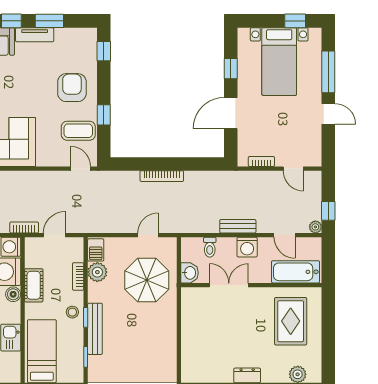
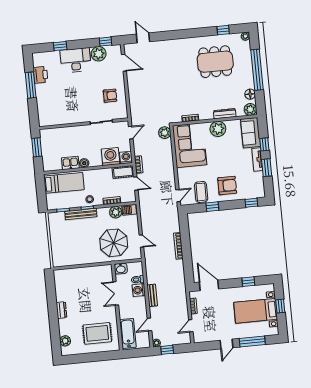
window: (295, 21) -> (280, 306), moved
door: (231, 113) -> (209, 285), moved
washing machine: (247, 247) -> (139, 290), moved
cot: (34, 285) -> (123, 172), moved
double door: (229, 285) -> (116, 293), swing flipped
boiler: (13, 294) -> (84, 163), moved

